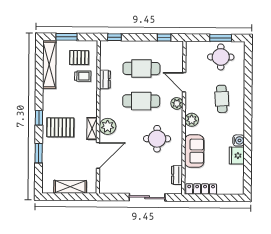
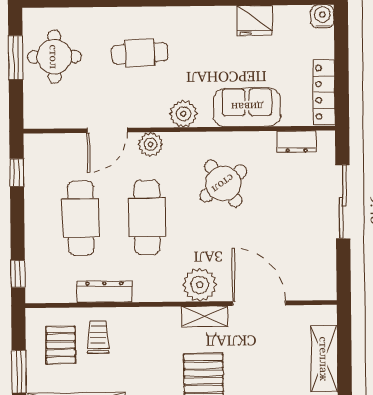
dresser: (105, 79) -> (104, 292), width x1.44
round table: (157, 139) -> (223, 184), turned -35
water cooler: (239, 140) -> (322, 16), moved

